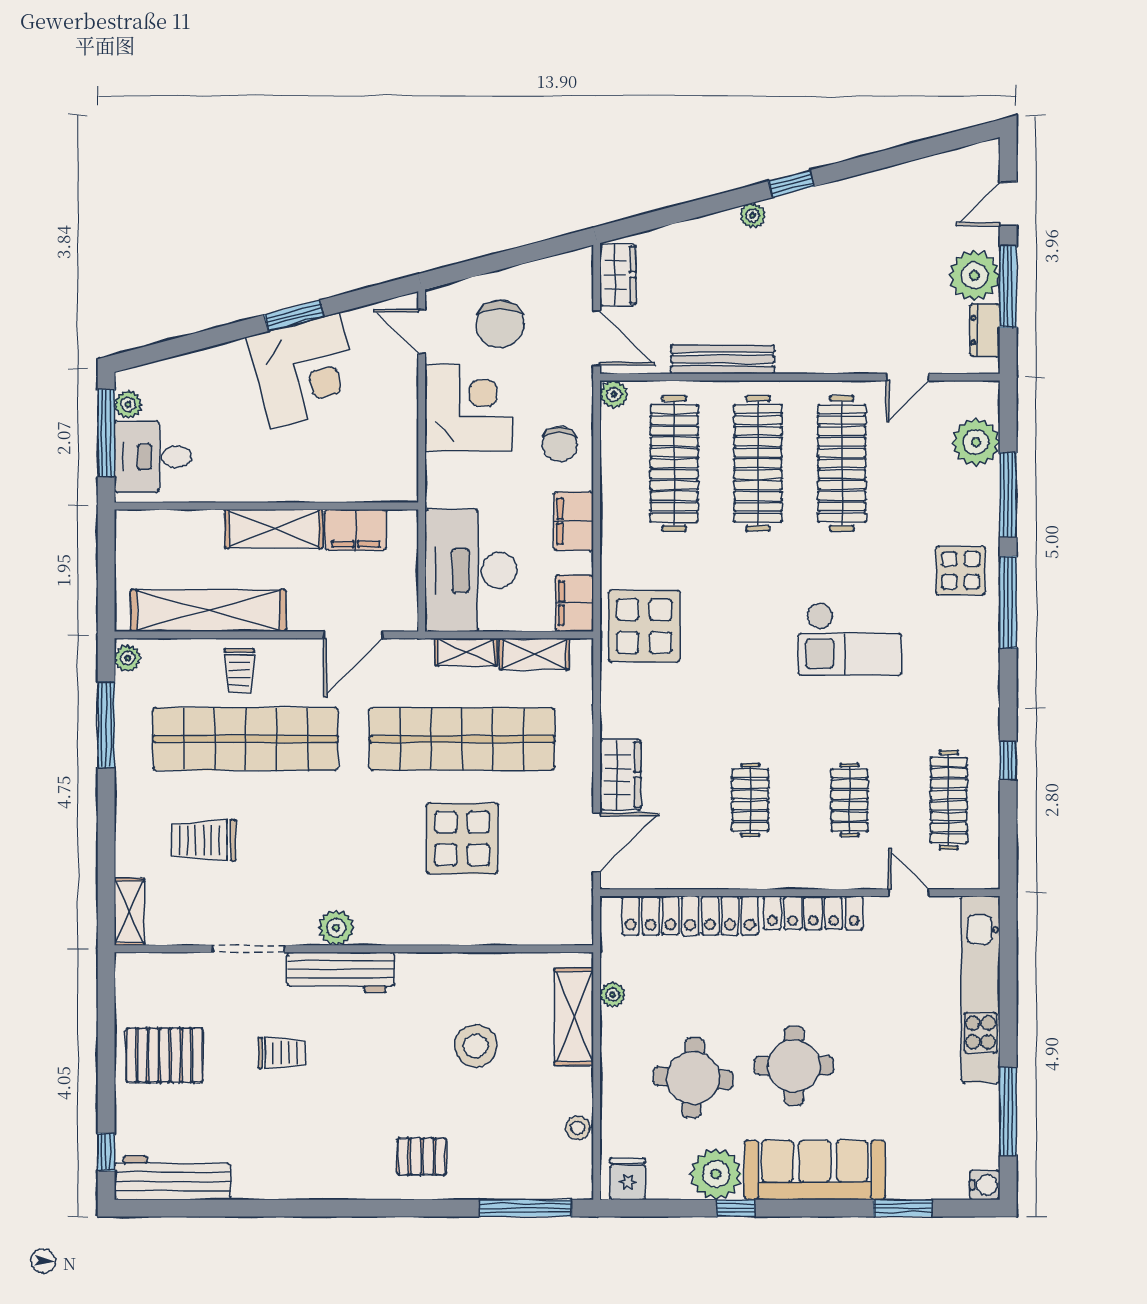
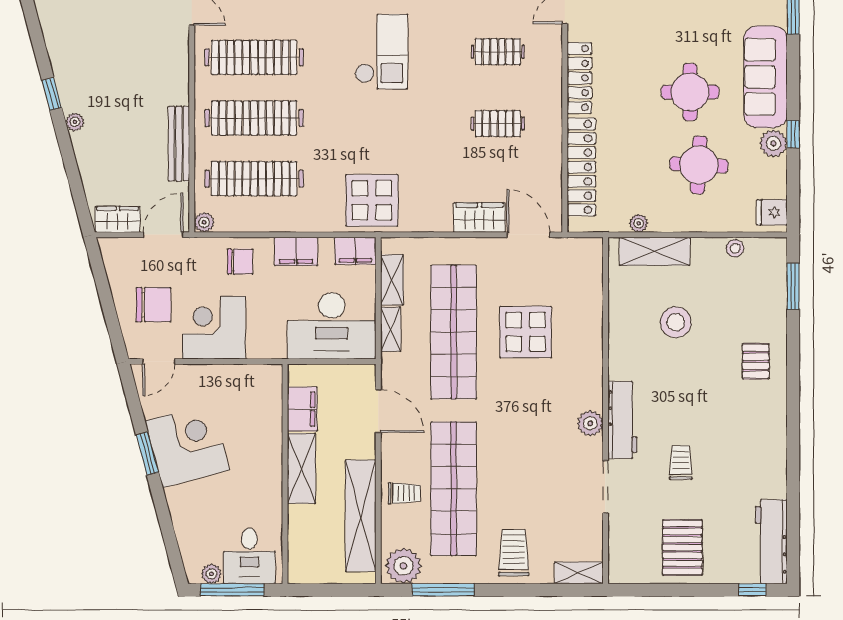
plant: (128, 658) -> (404, 566), width x1.88, depth x1.88
trolley: (204, 840) -> (514, 553), moved, turned 180
plant: (716, 1174) -> (773, 143), width x0.73, depth x0.73
window: (525, 1208) -> (793, 286), width x0.69

